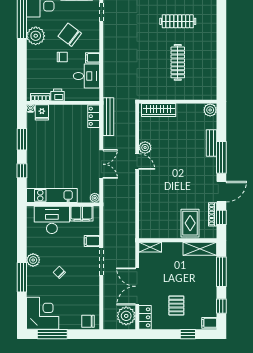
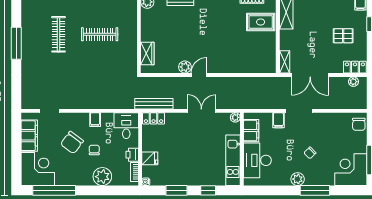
plant: (36, 36) -> (102, 177), moved
desk: (86, 76) -> (126, 126), moved
wardrobe: (159, 110) -> (147, 53), width x0.67
fridge: (42, 112) -> (150, 158), moved
double door: (137, 286) -> (310, 75), moved
plant: (126, 316) -> (353, 82), width x0.53, depth x0.53

